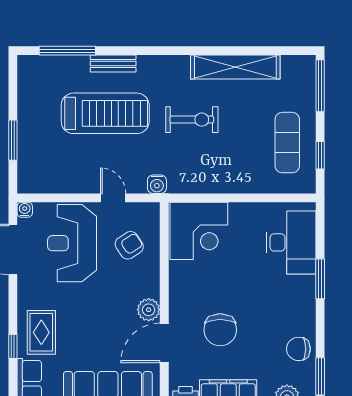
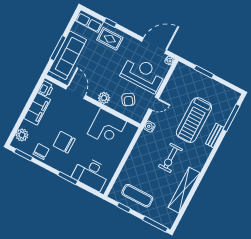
corner desk: (199, 231) -> (107, 128), moved, turned -90
plant: (149, 310) -> (104, 98), moved
chair: (220, 330) -> (64, 142), moved

